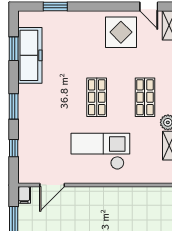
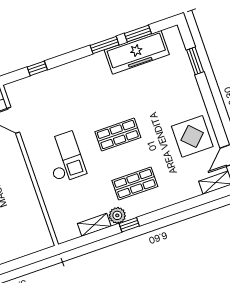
window: (14, 106) -> (105, 45), moved
checkout: (100, 151) -> (64, 157), width x0.73, depth x0.83

